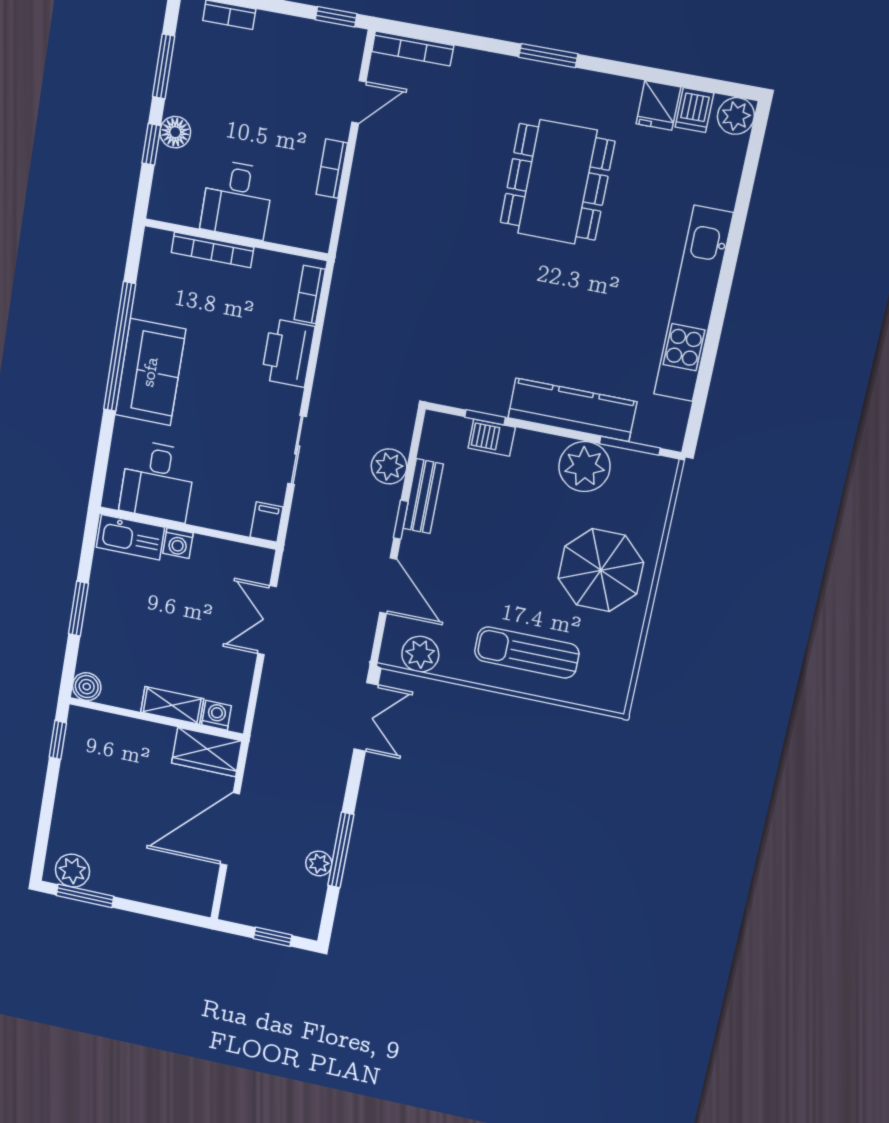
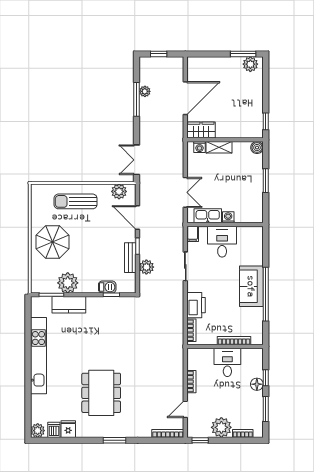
plant: (279, 40) -> (221, 427), added
kitchen counter: (572, 410) -> (69, 305), width x0.67
desk: (158, 481) -> (222, 242), moved
kitchen sink: (130, 537) -> (208, 216), moved
sun lounger: (527, 652) -> (76, 201), turned 180

